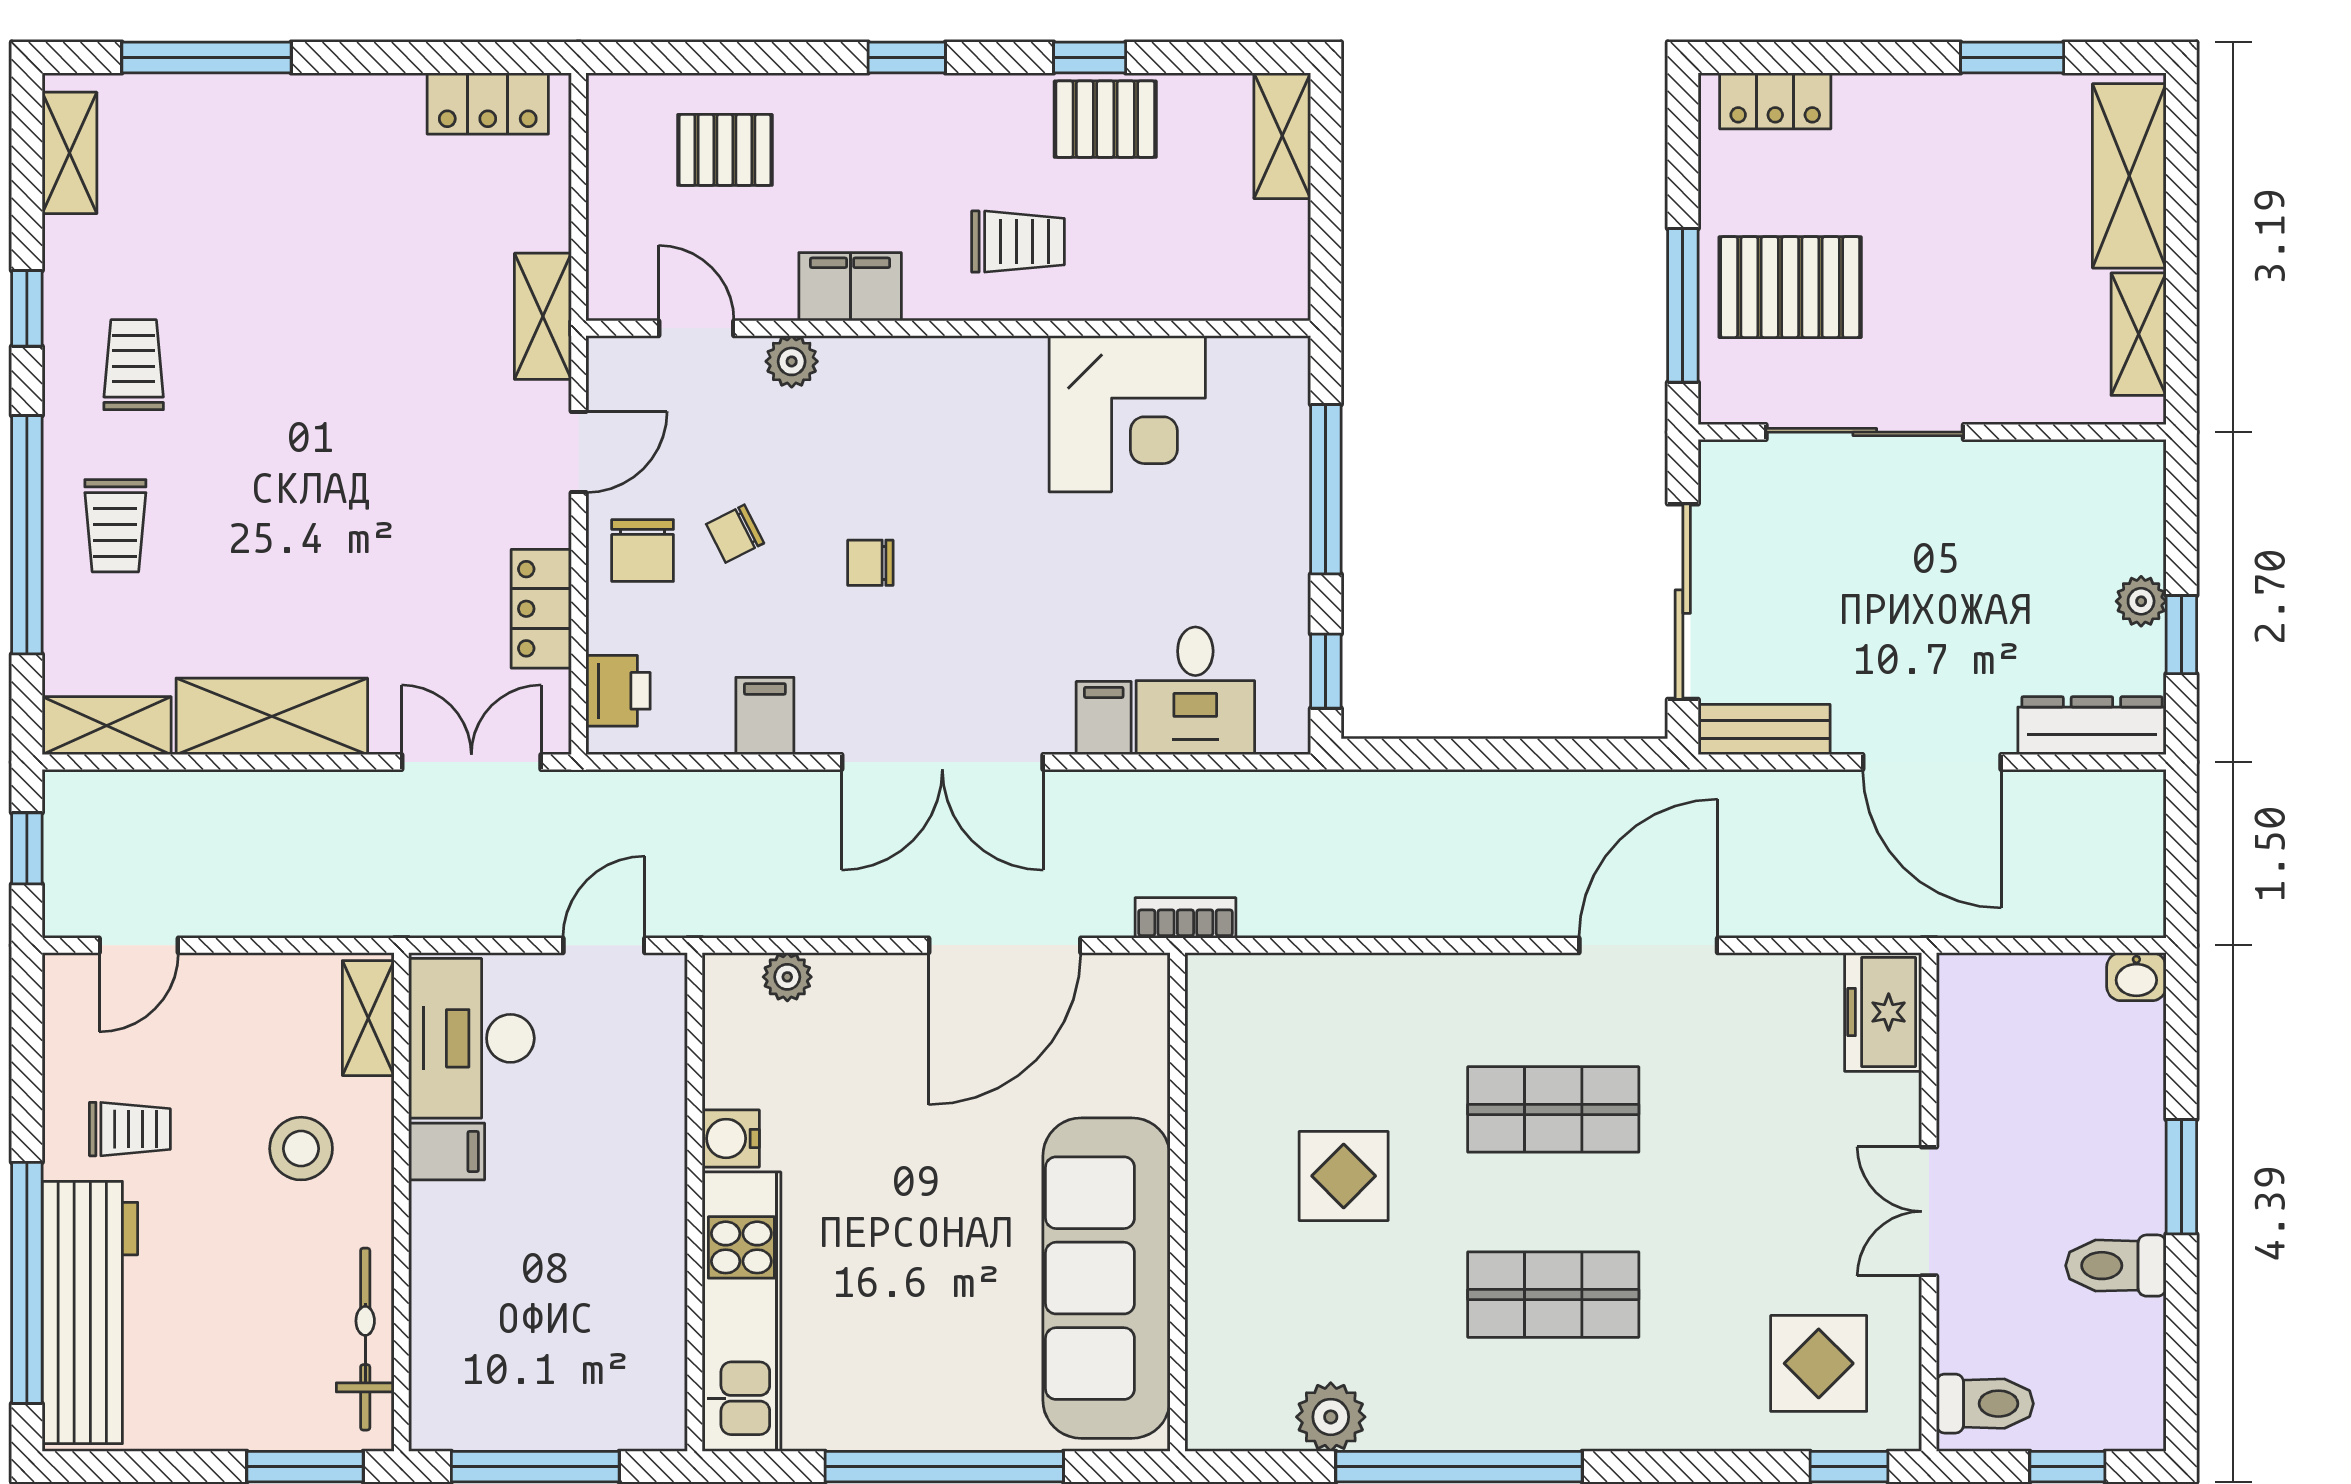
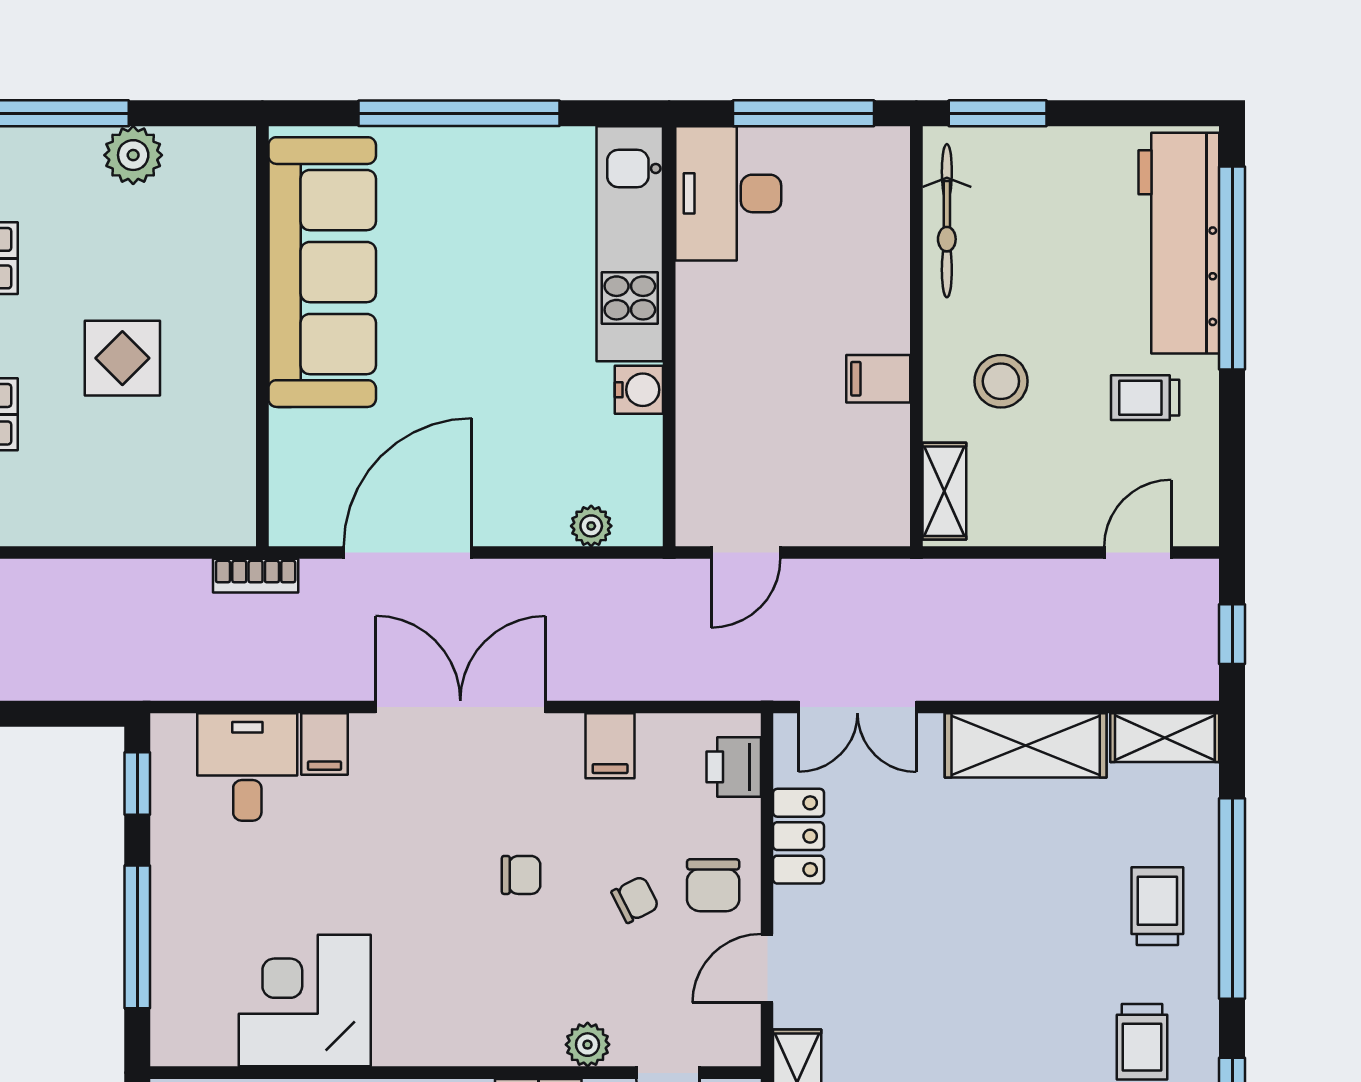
chair: (643, 550) -> (713, 885), turned 180
desk: (471, 1038) -> (728, 193), moved, turned 180

